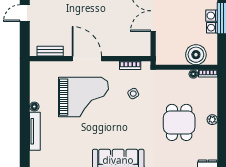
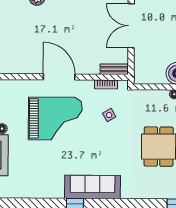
bench: (50, 51) -> (114, 69), moved

